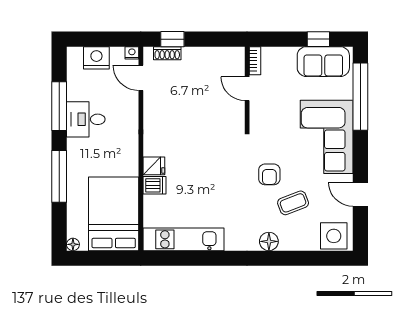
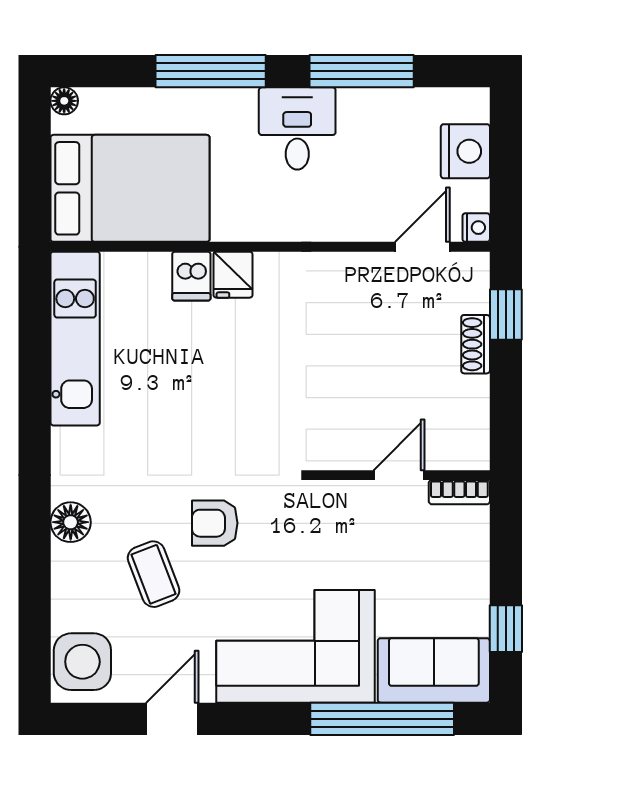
shoe rack: (167, 53) -> (476, 344), moved
sofa: (323, 62) -> (434, 670), moved, turned 90
desk: (86, 119) -> (297, 128), moved

